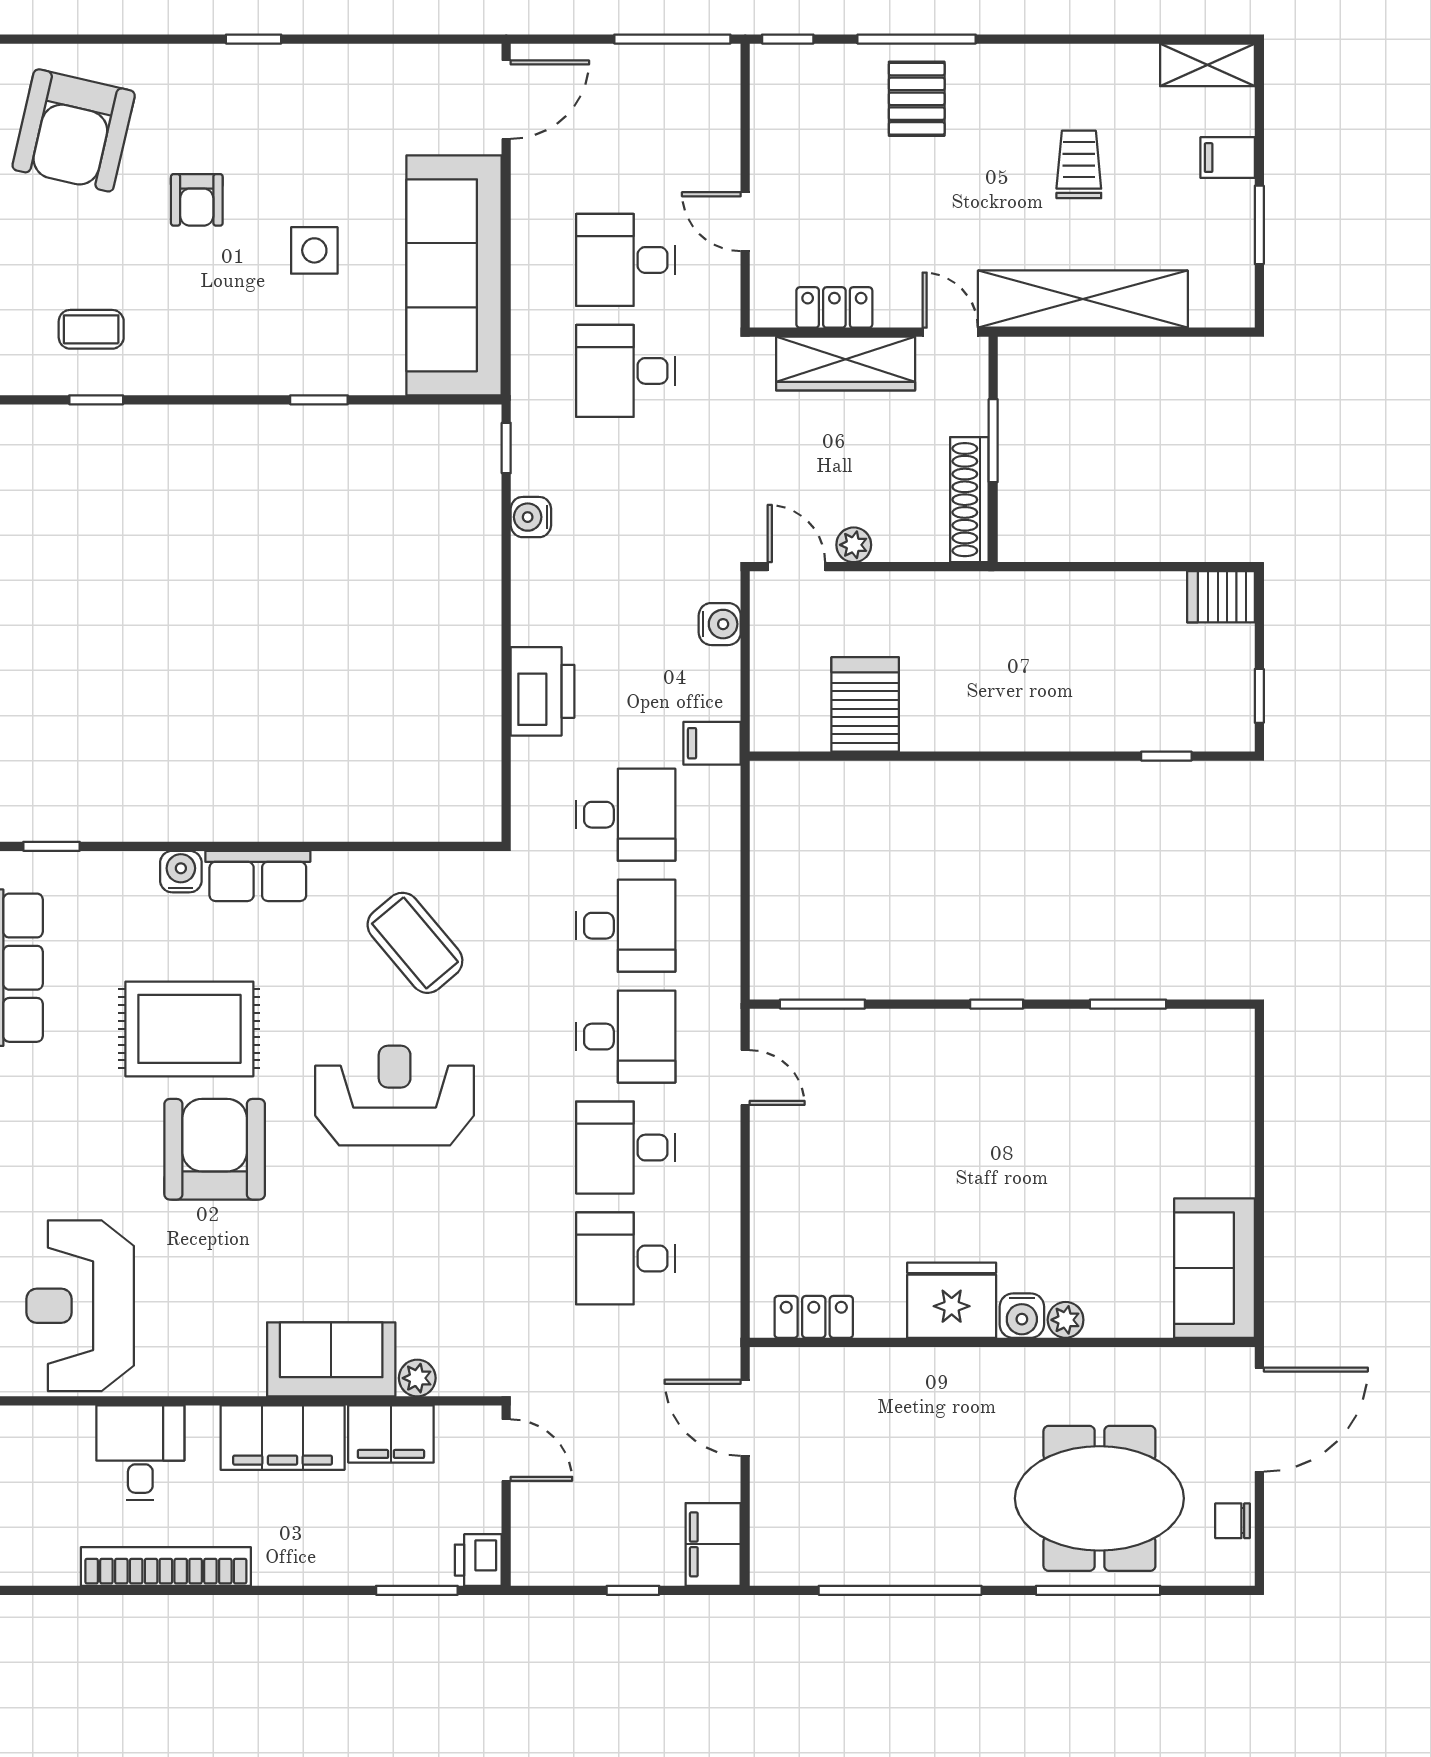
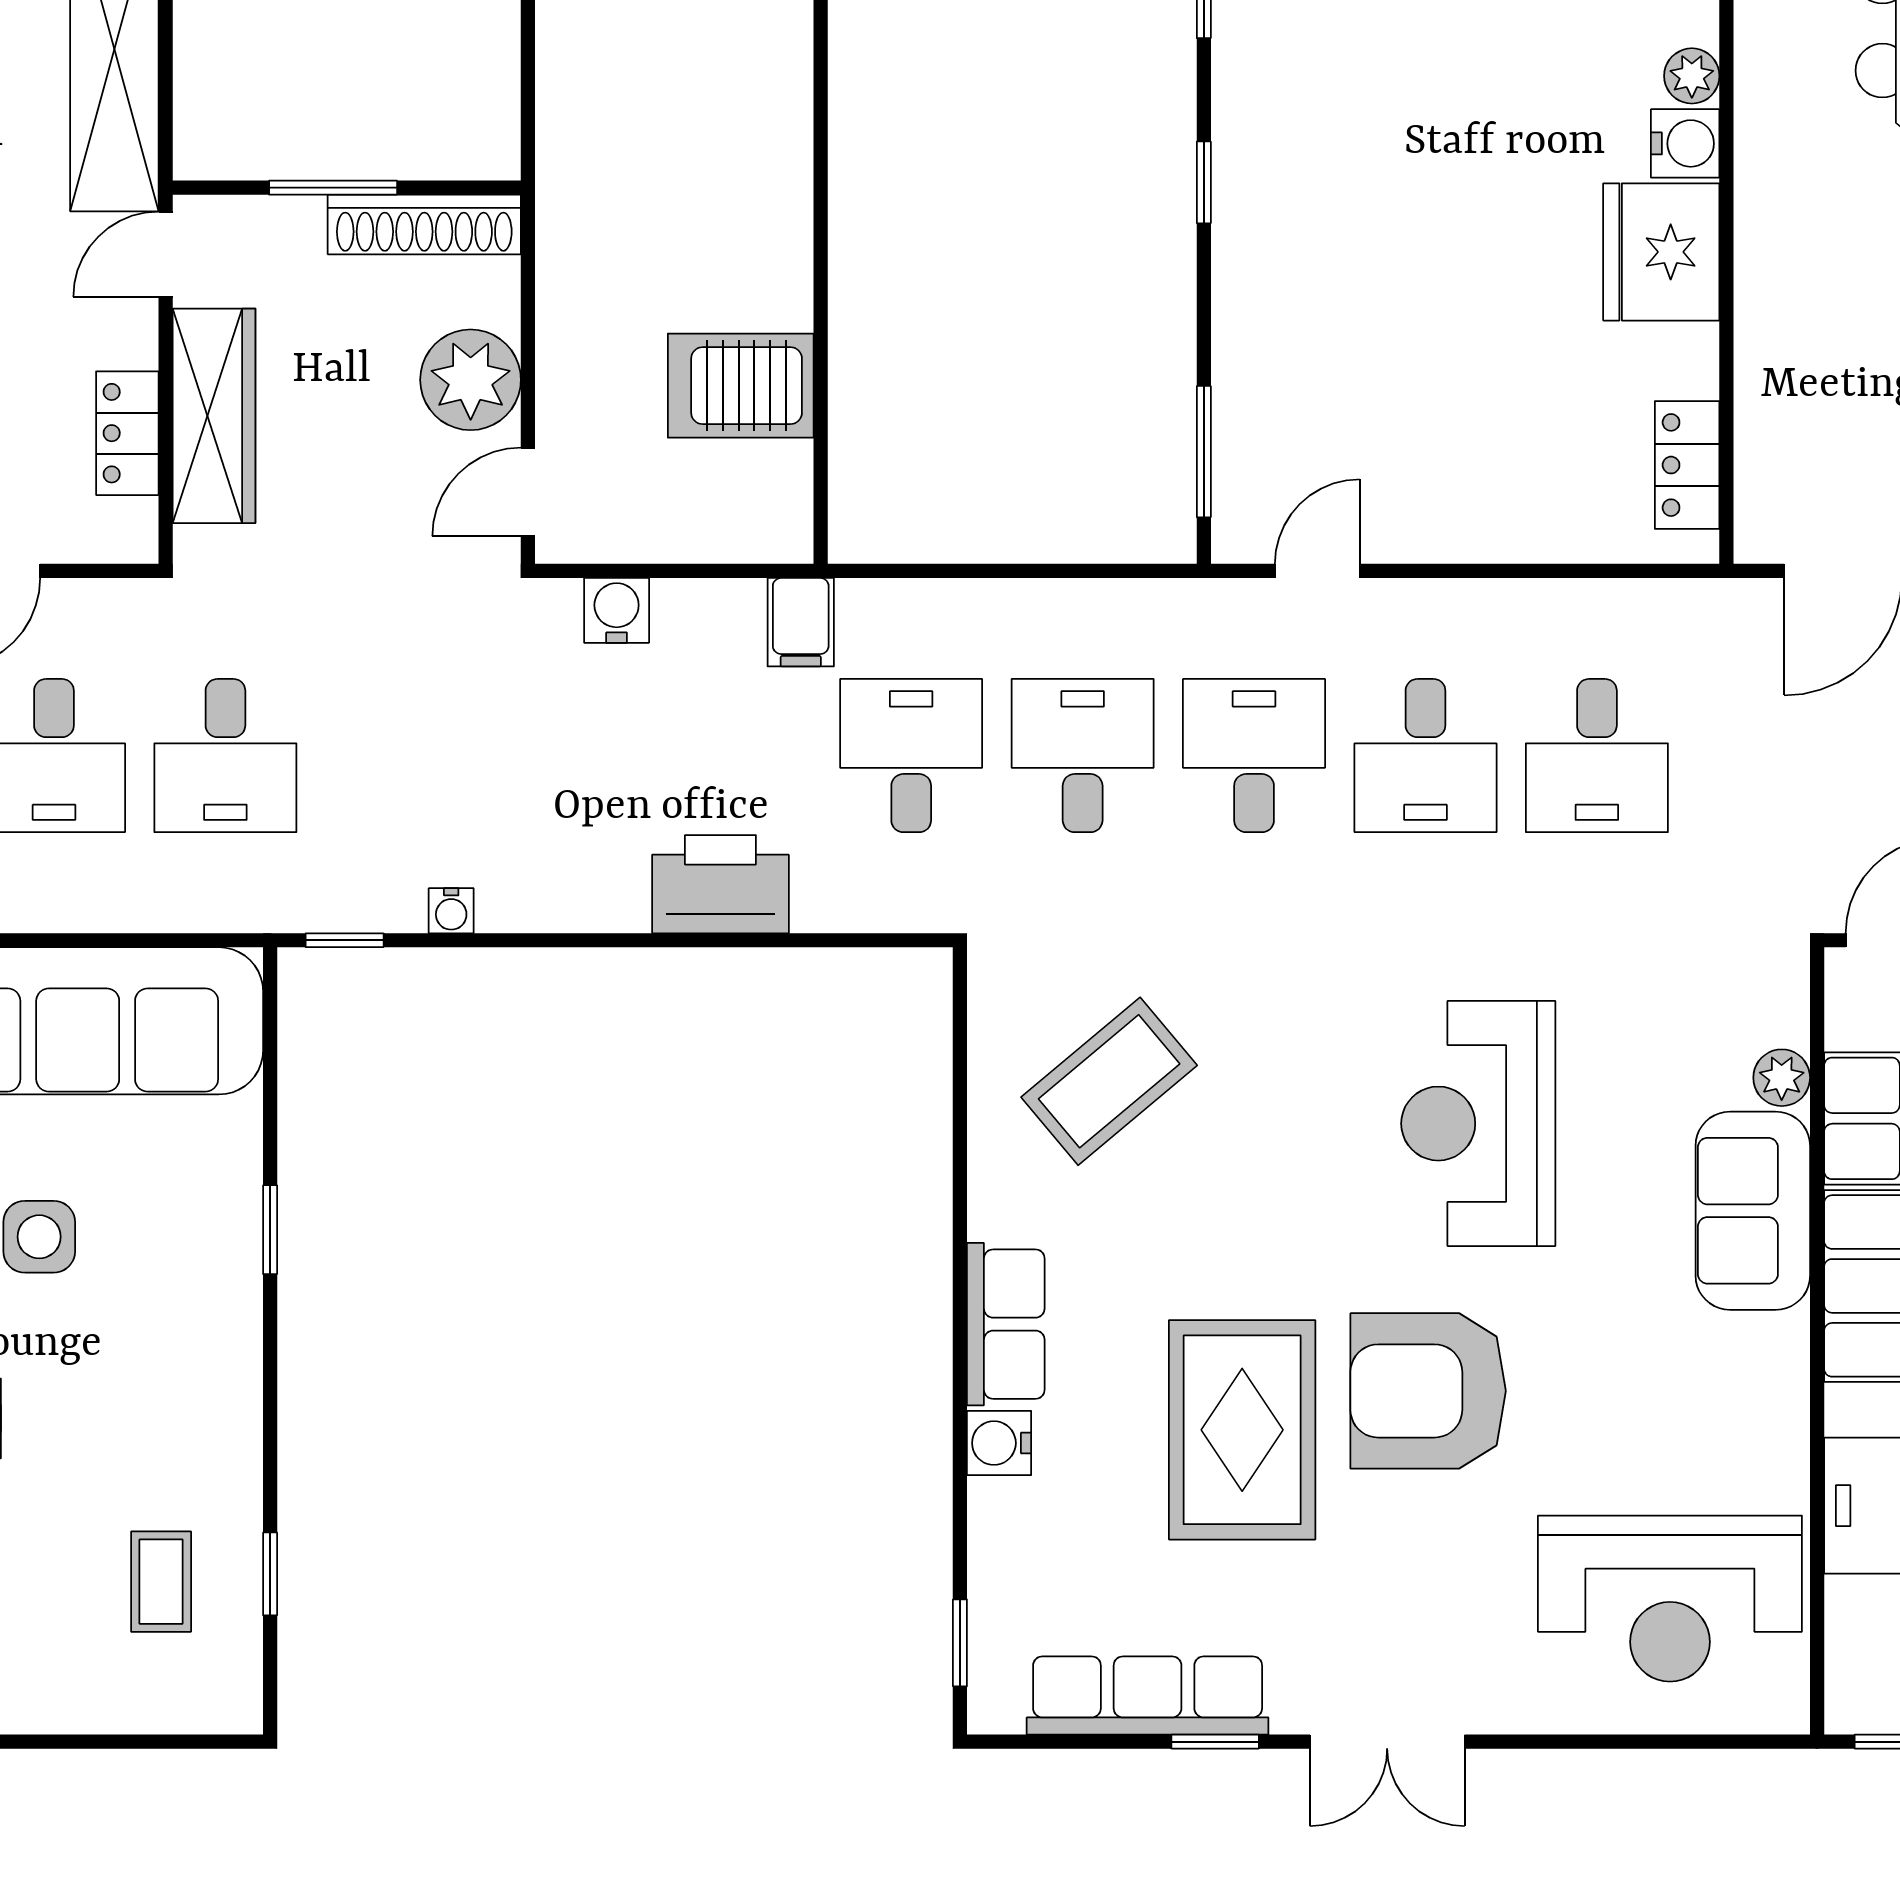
water cooler: (531, 517) -> (451, 911), width x0.72, depth x0.72
plant: (854, 545) -> (471, 380), width x1.88, depth x1.88
reception desk: (395, 1096) -> (1478, 1124), moved

